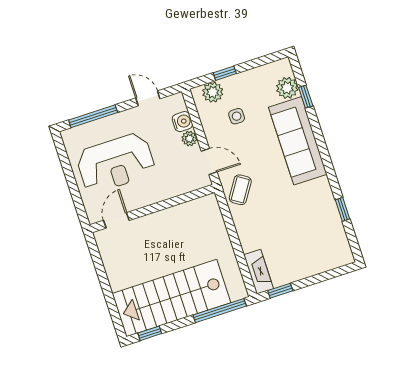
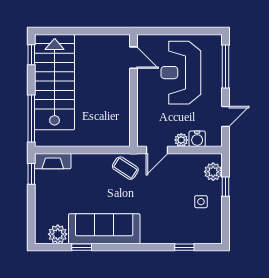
plant: (287, 88) -> (58, 234), moved
side table: (237, 116) -> (201, 202), moved
sofa: (298, 141) -> (104, 229), moved

